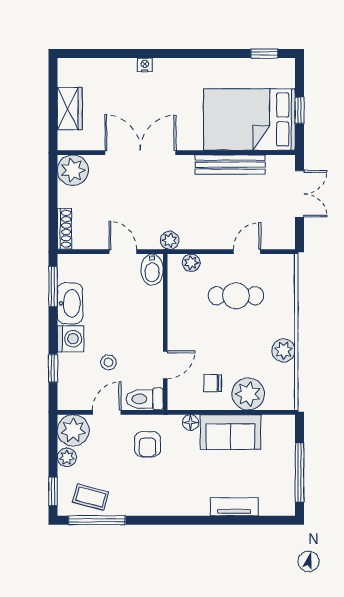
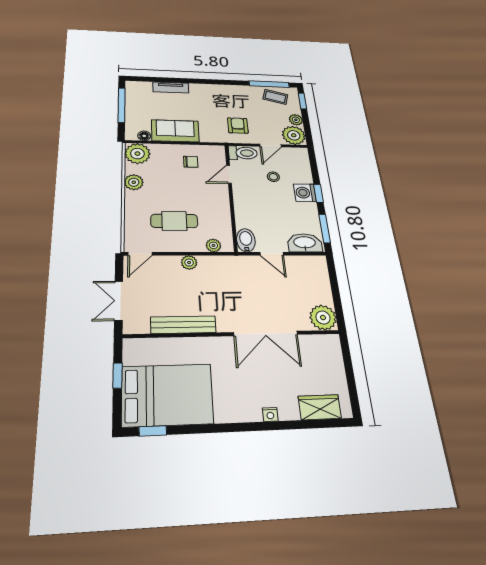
wardrobe: (70, 109) -> (320, 407), moved, turned 90
bed: (249, 120) -> (167, 395), moved
shoe rack: (64, 229) -> (322, 271), removed
plant: (170, 240) -> (189, 263), moved
door: (247, 252) -> (140, 254), moved
washbasin: (70, 303) -> (305, 243), moved, turned 90
window: (53, 368) -> (318, 193), moved
plant: (248, 394) -> (137, 154), moved
floor lamp: (191, 423) -> (144, 136), moved

